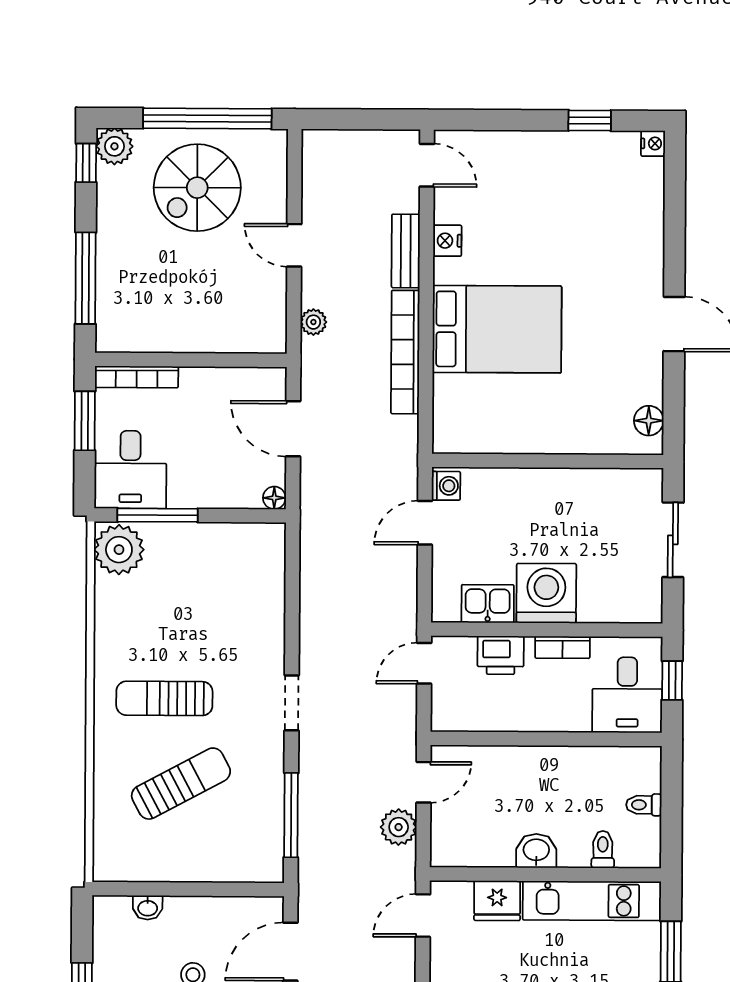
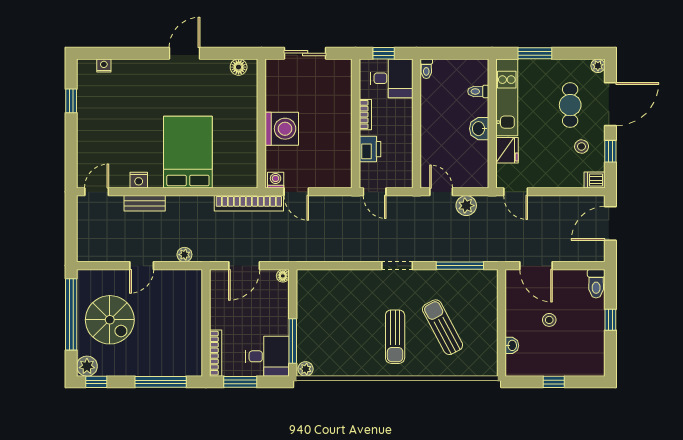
nightstand: (653, 143) -> (104, 65), moved
bookcase: (405, 352) -> (249, 203), moved
plant: (119, 550) -> (306, 369), width x0.53, depth x0.53
washing machine: (546, 593) -> (282, 129), moved, turned 180
kitchen sink: (488, 604) -> (341, 156), removed
toilet: (644, 805) -> (426, 69), moved

